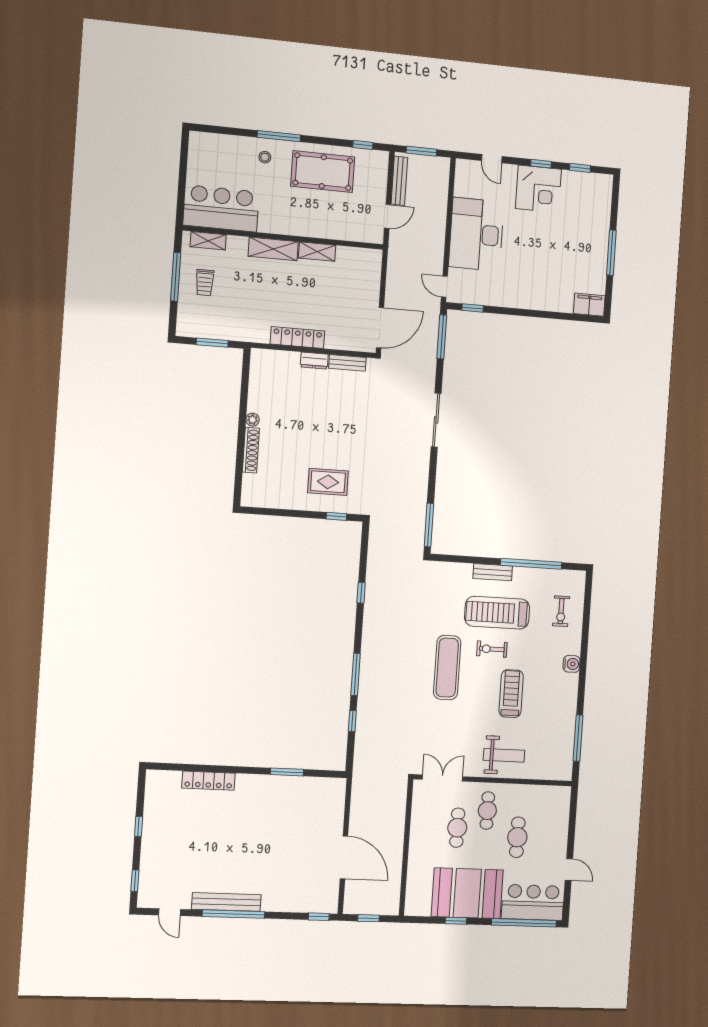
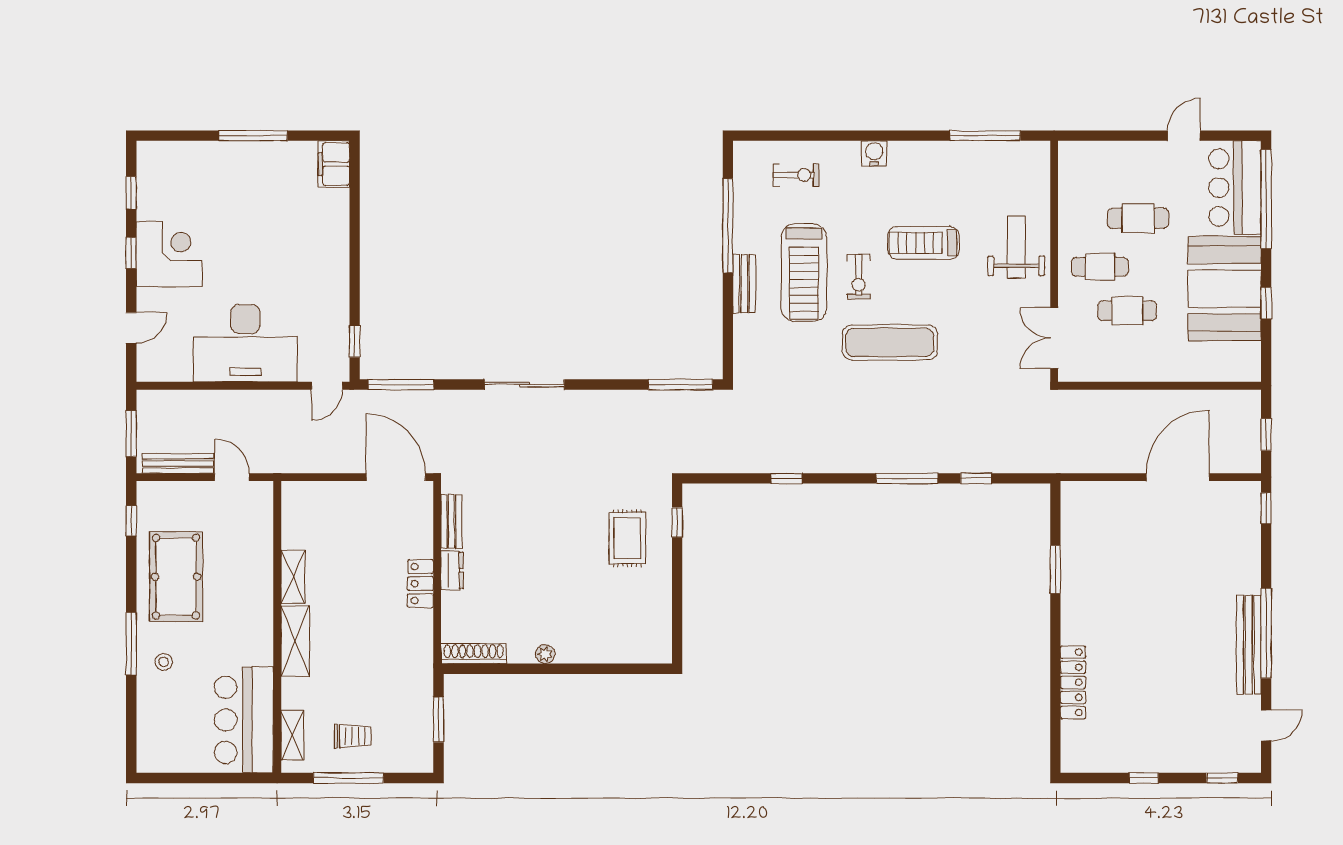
locker: (298, 337) -> (420, 584), width x0.66
shoe rack: (251, 450) -> (474, 654), moved

